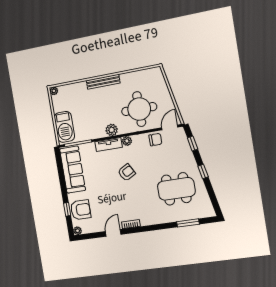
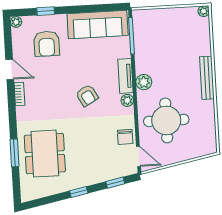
barbecue: (64, 127) -> (155, 20), removed
dining table: (176, 189) -> (45, 154), moved
armchair: (81, 210) -> (47, 44), moved
window: (188, 223) -> (15, 153), moved

